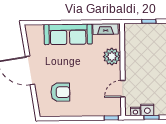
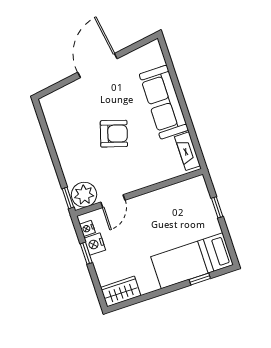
plant: (112, 56) -> (84, 195), moved
door: (123, 89) -> (113, 201), swing flipped
armchair: (60, 92) -> (114, 134), moved, turned -73

